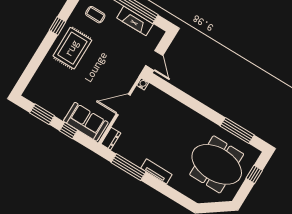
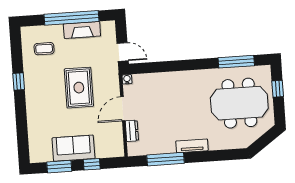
rug: (72, 48) -> (79, 88), moved
sofa: (86, 122) -> (73, 148), moved
dresser: (111, 139) -> (132, 131), moved

